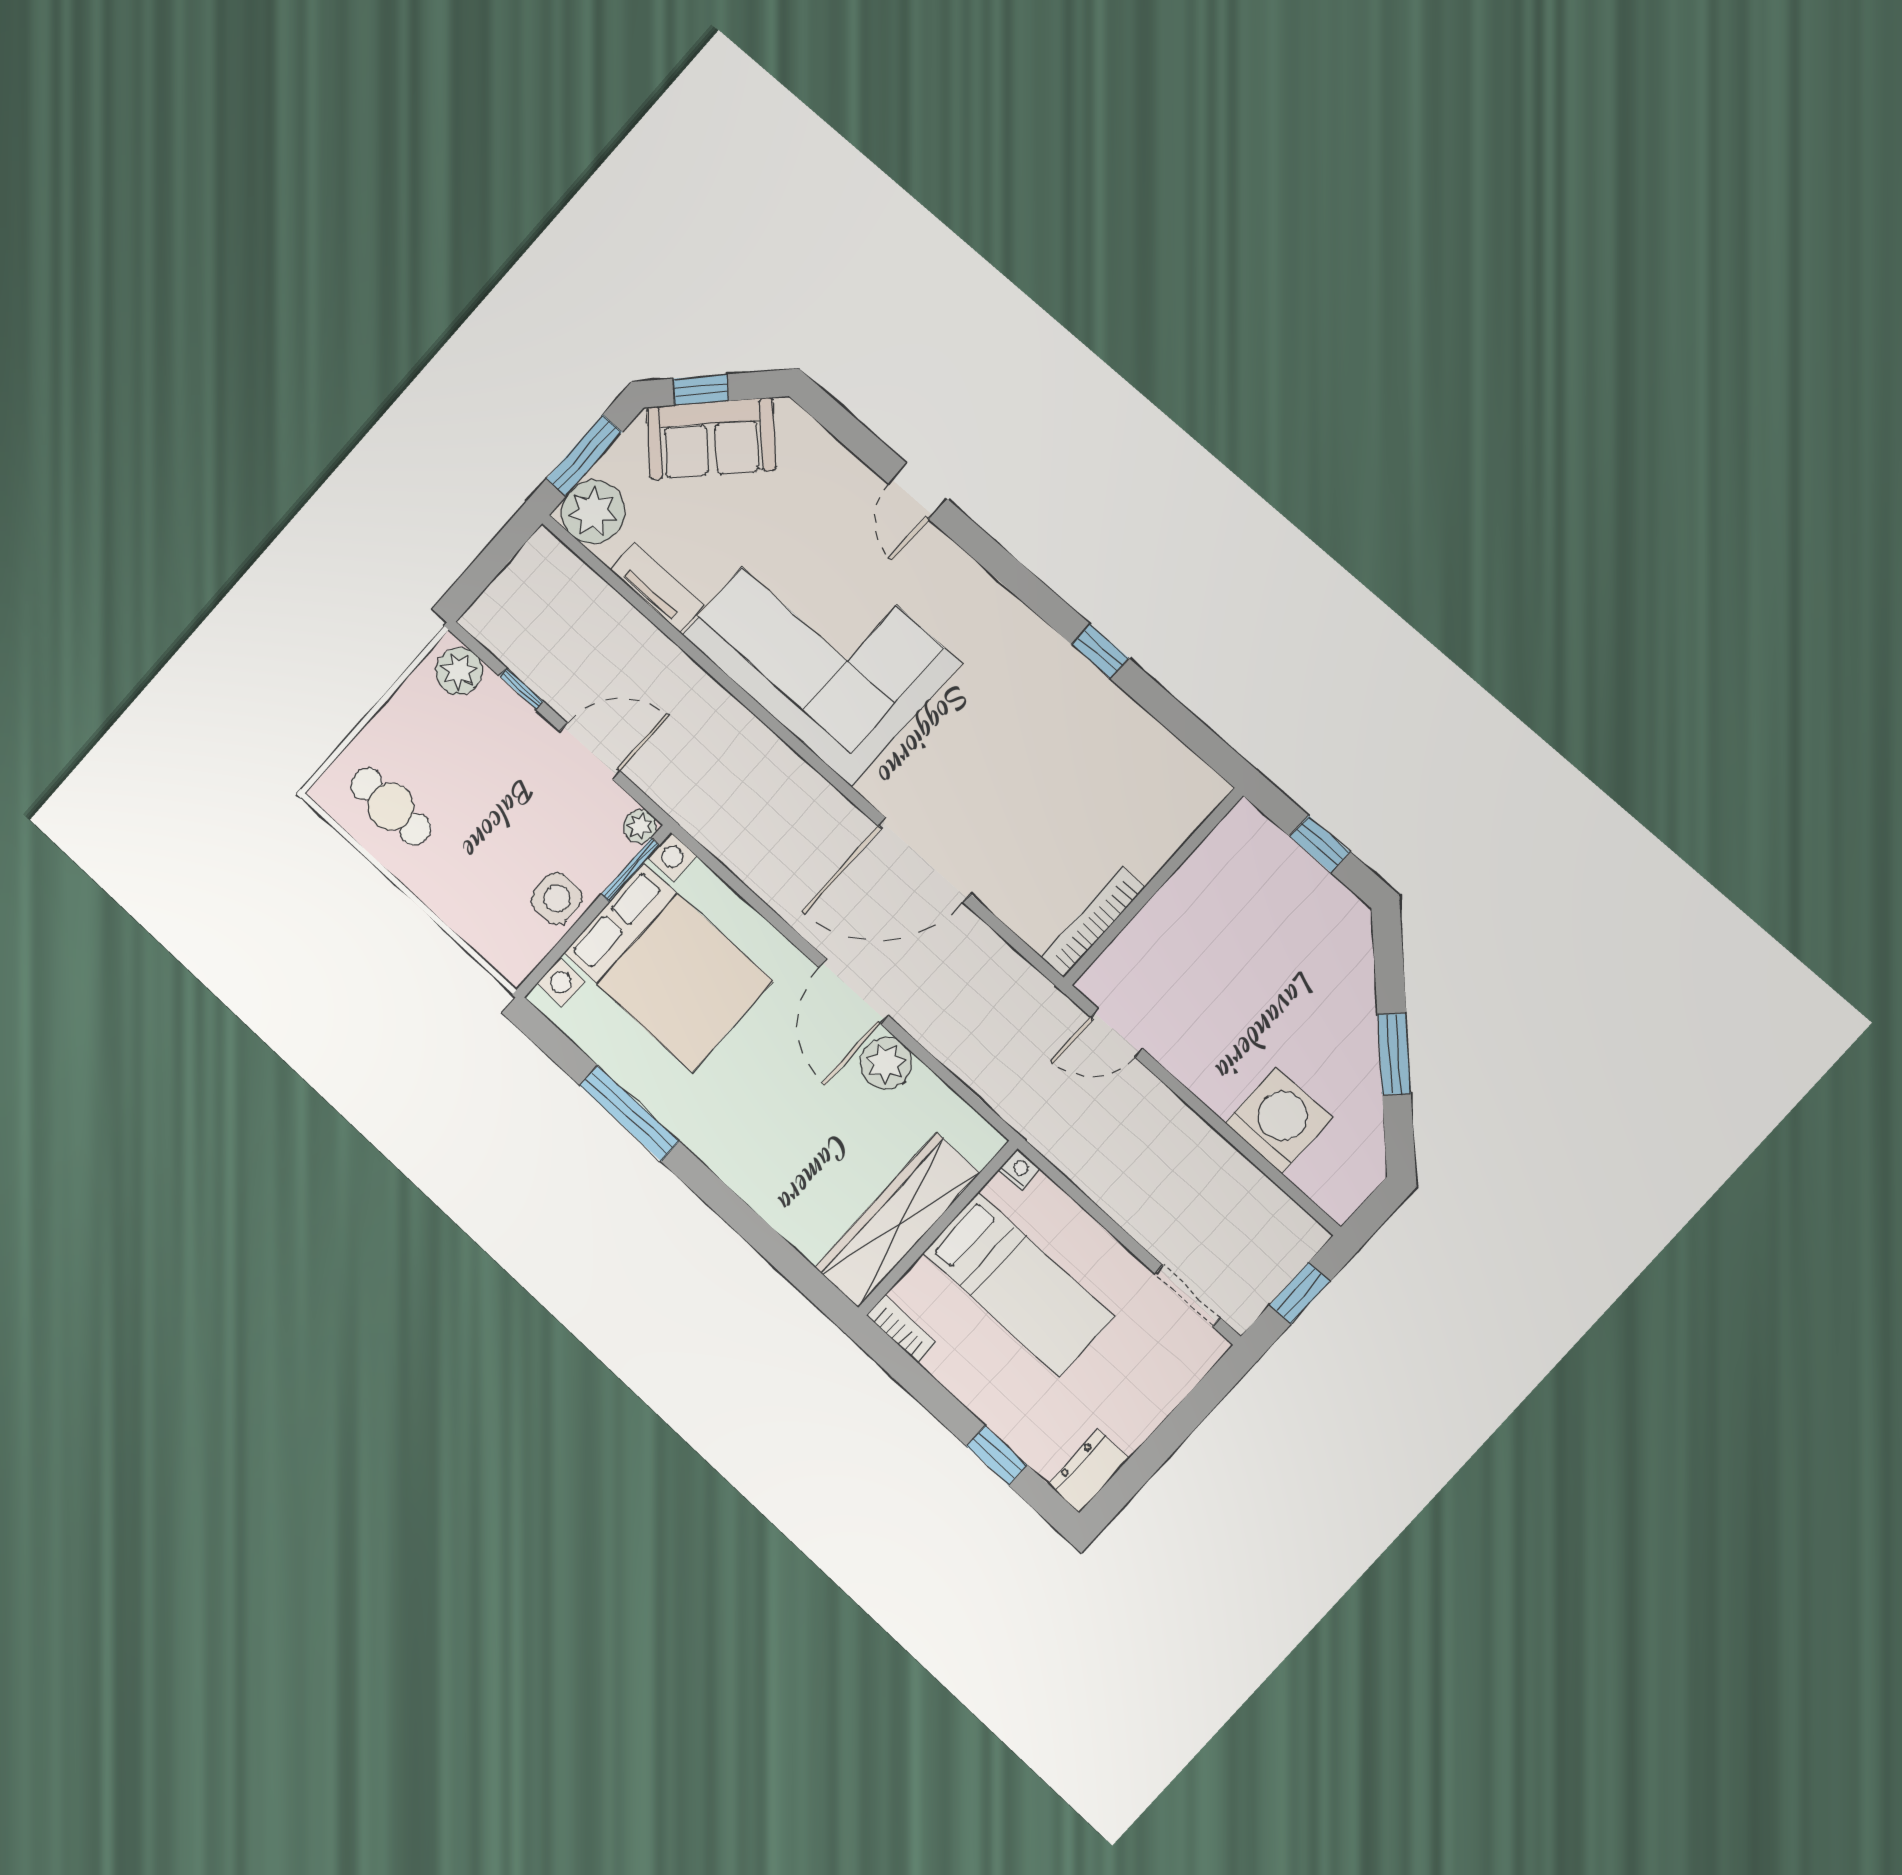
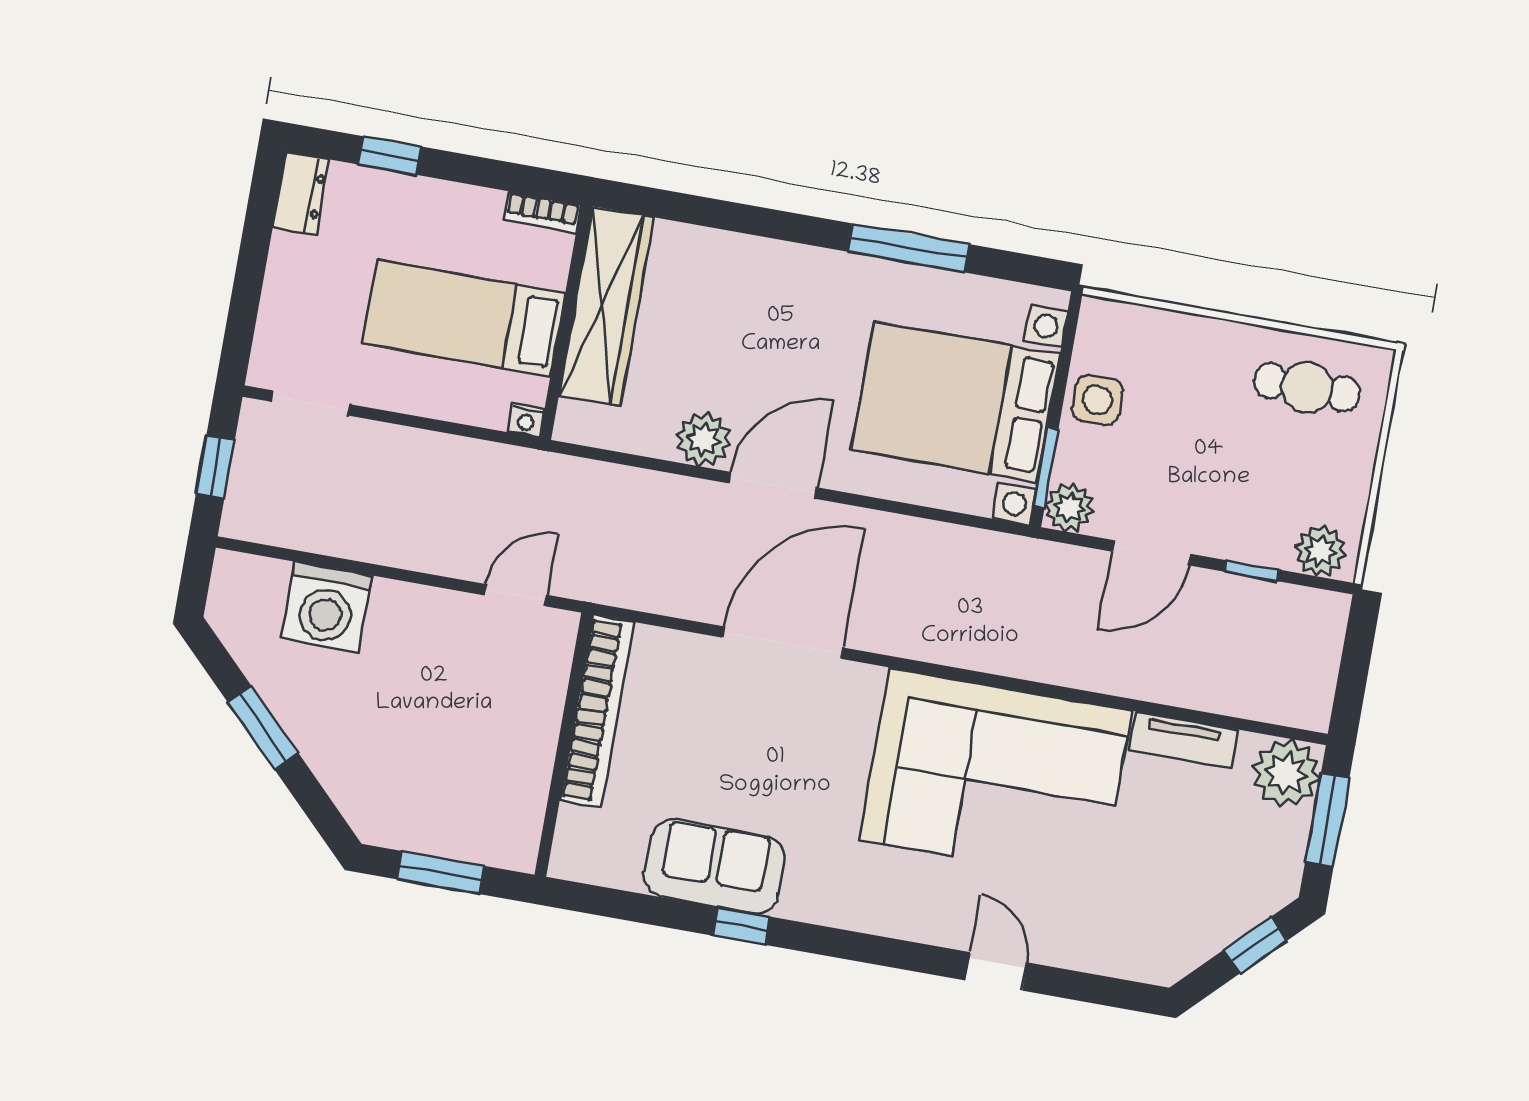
sofa: (711, 439) -> (714, 867), moved, turned 45
plant: (640, 826) -> (1069, 507), width x1.38, depth x1.38
window: (1320, 844) -> (441, 873), width x1.50
bookcase: (1093, 922) -> (597, 711), width x1.48, depth x1.31
door: (853, 991) -> (773, 485), hinge flipped

